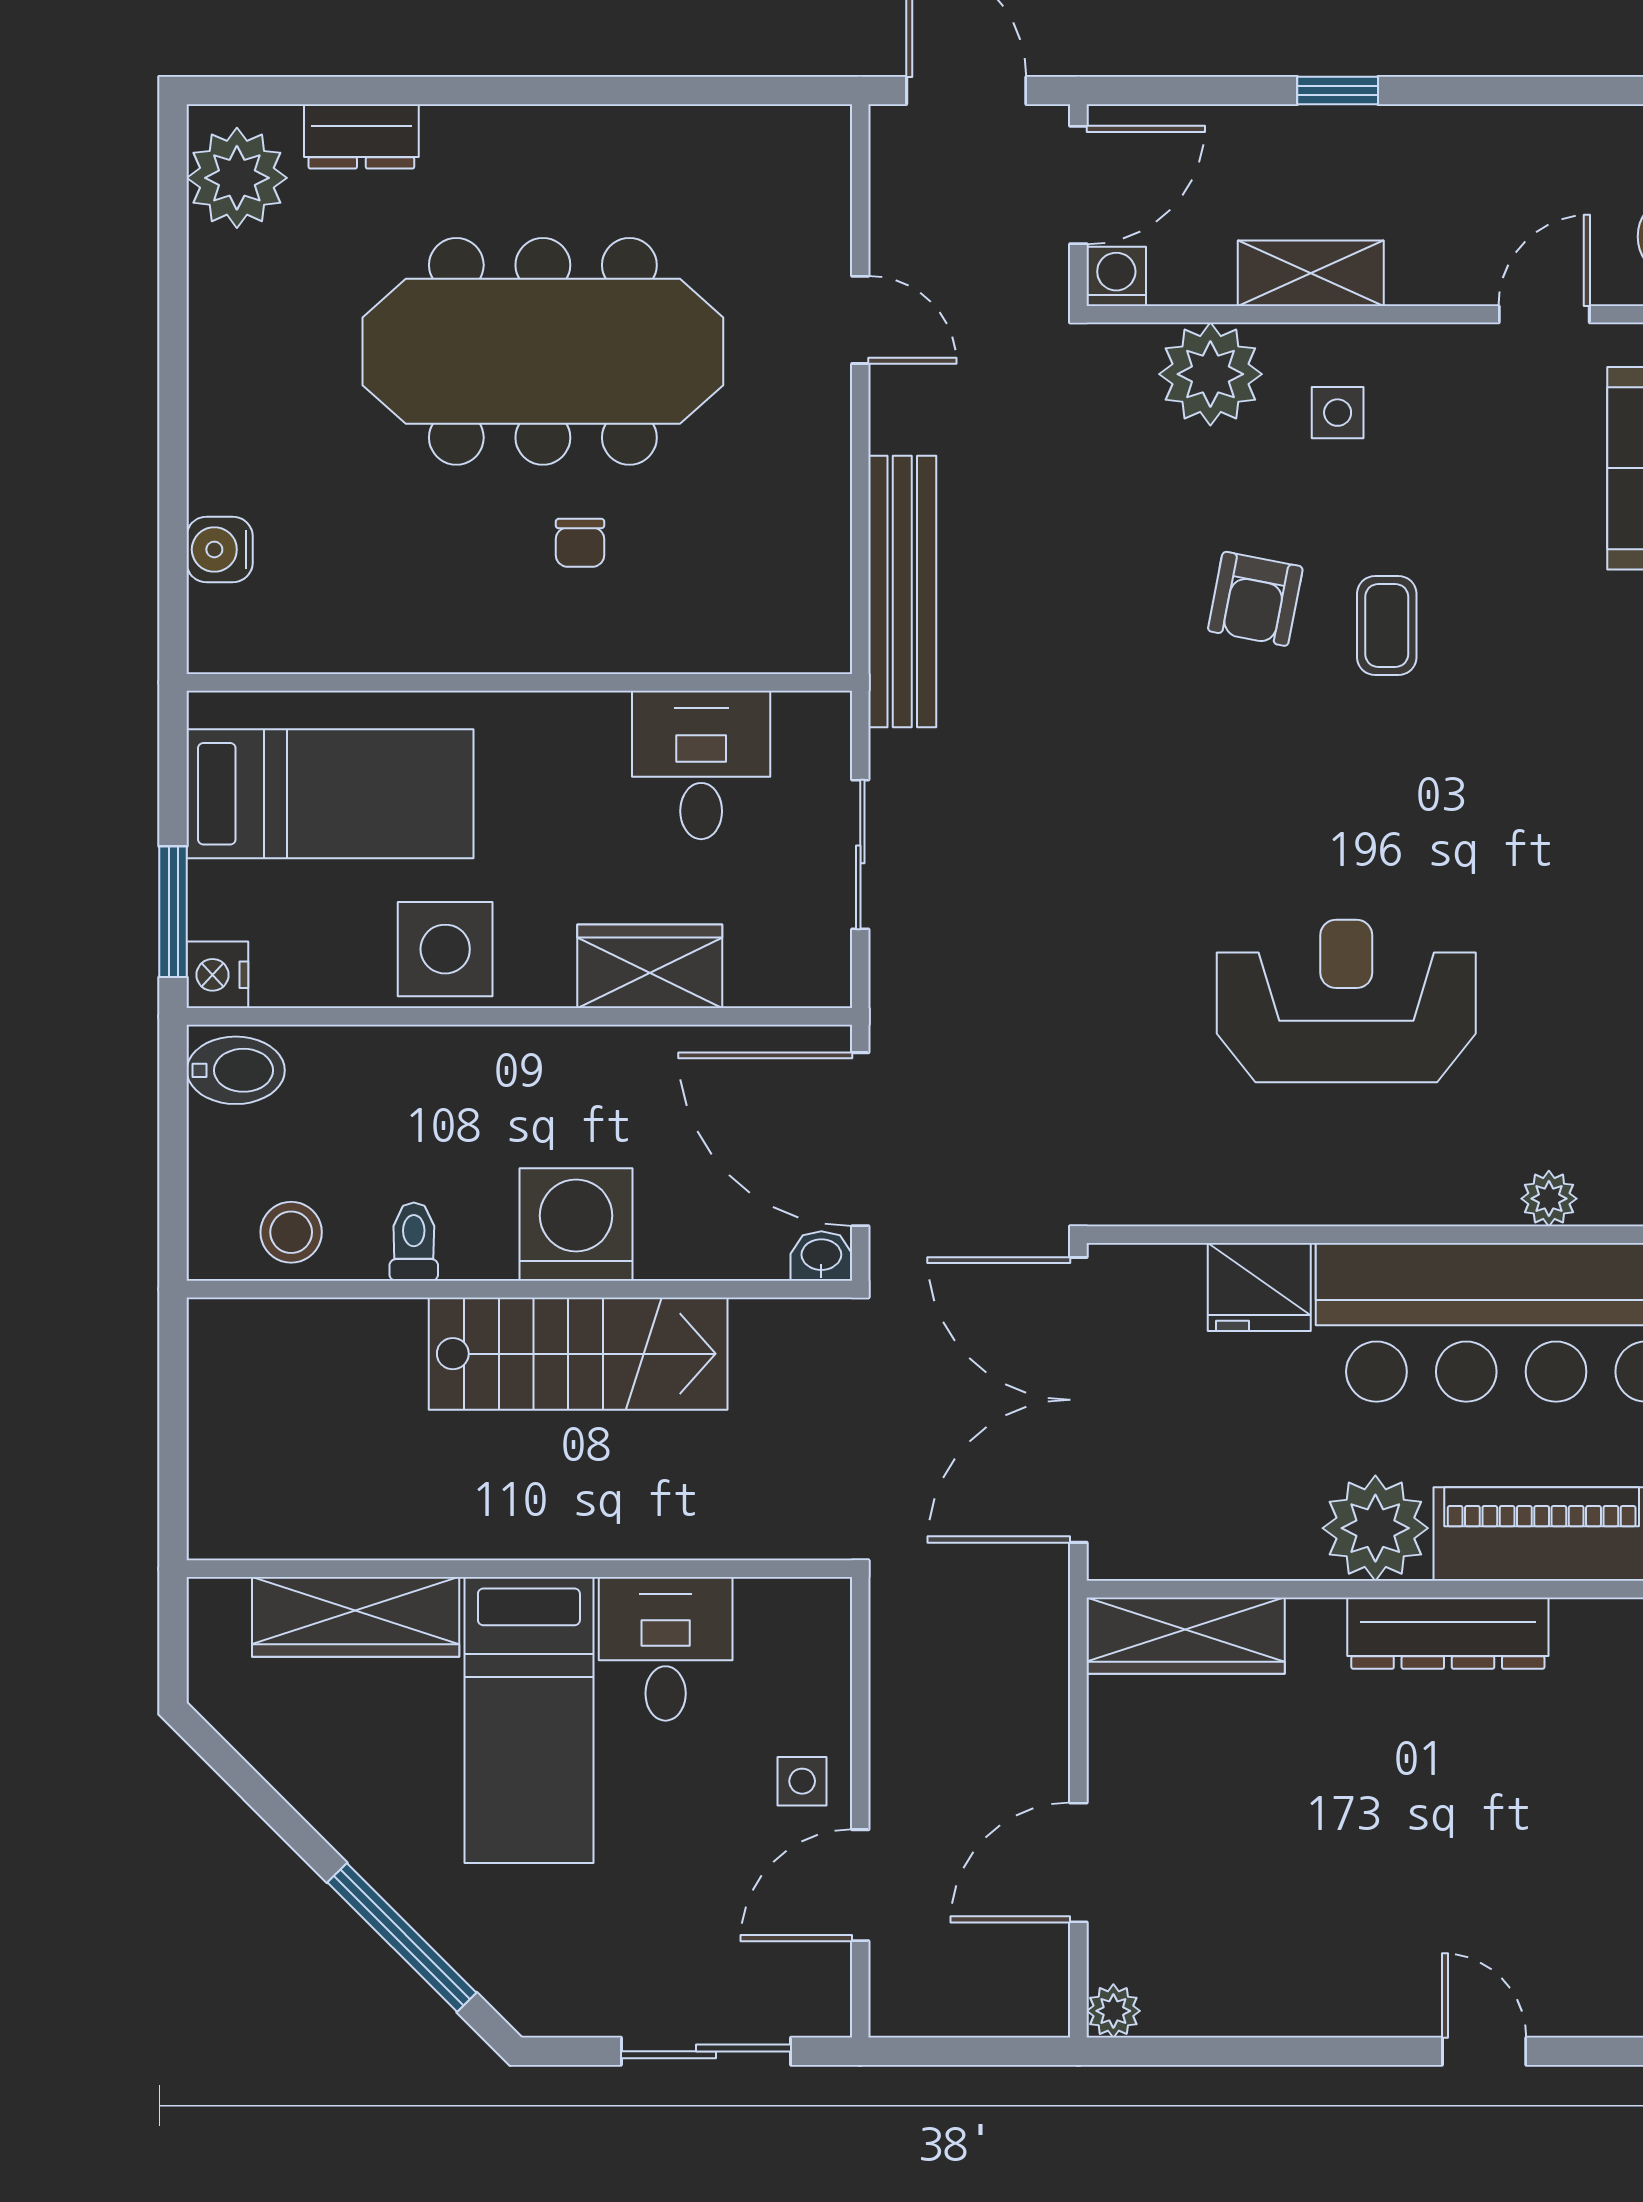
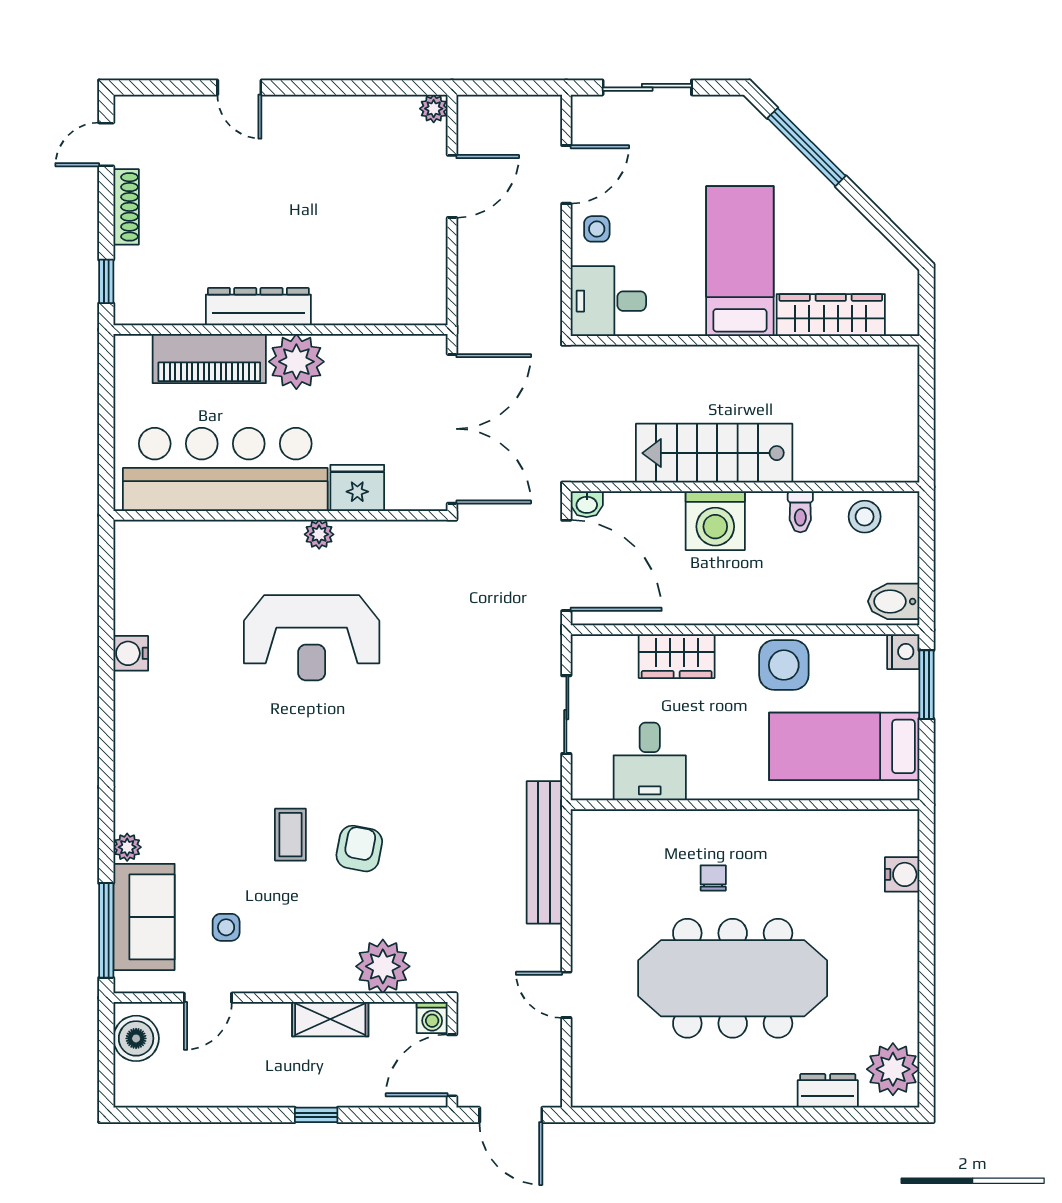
side table: (1338, 413) -> (226, 927), moved
plant: (1549, 1199) -> (319, 534), moved
wardrobe: (1186, 1636) -> (396, 305), removed
desk: (666, 1649) -> (608, 301), moved, turned 90

